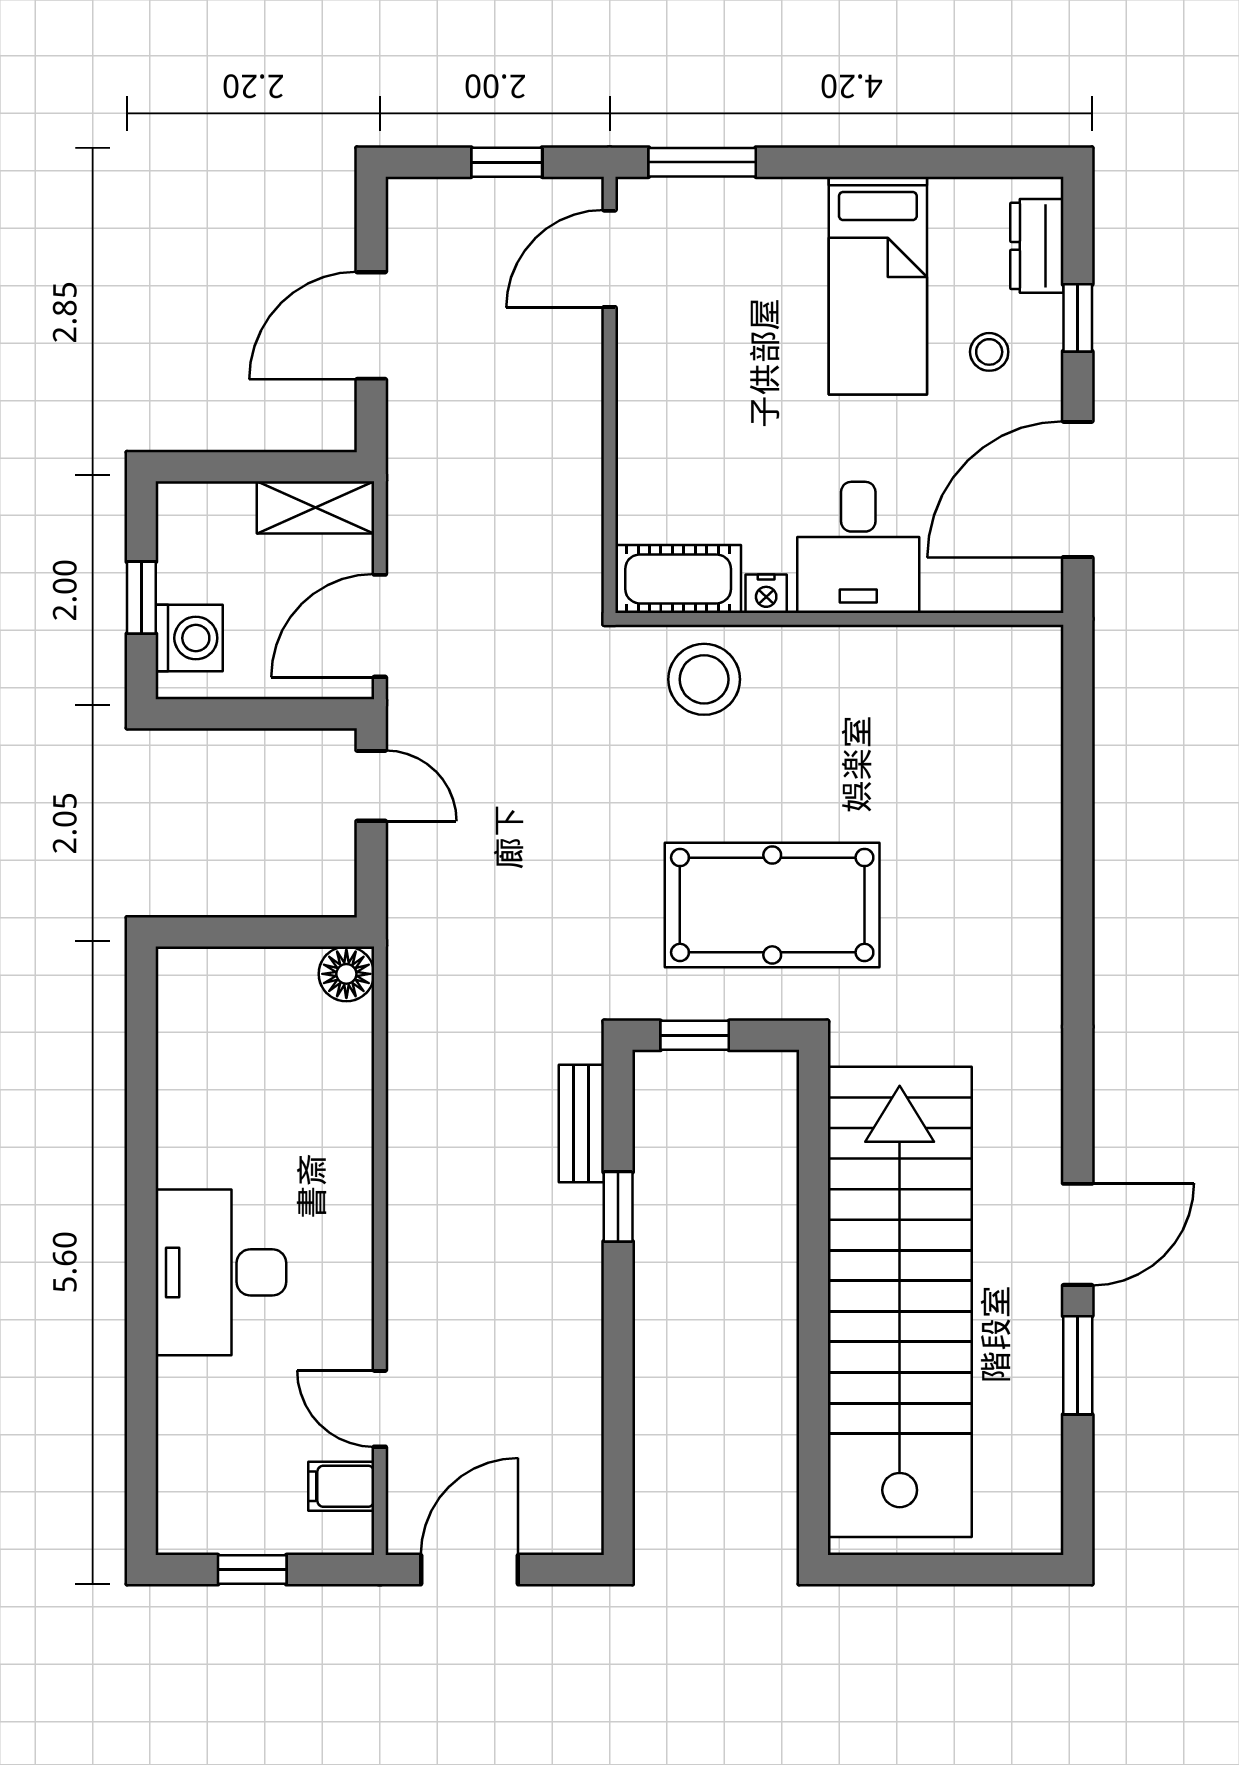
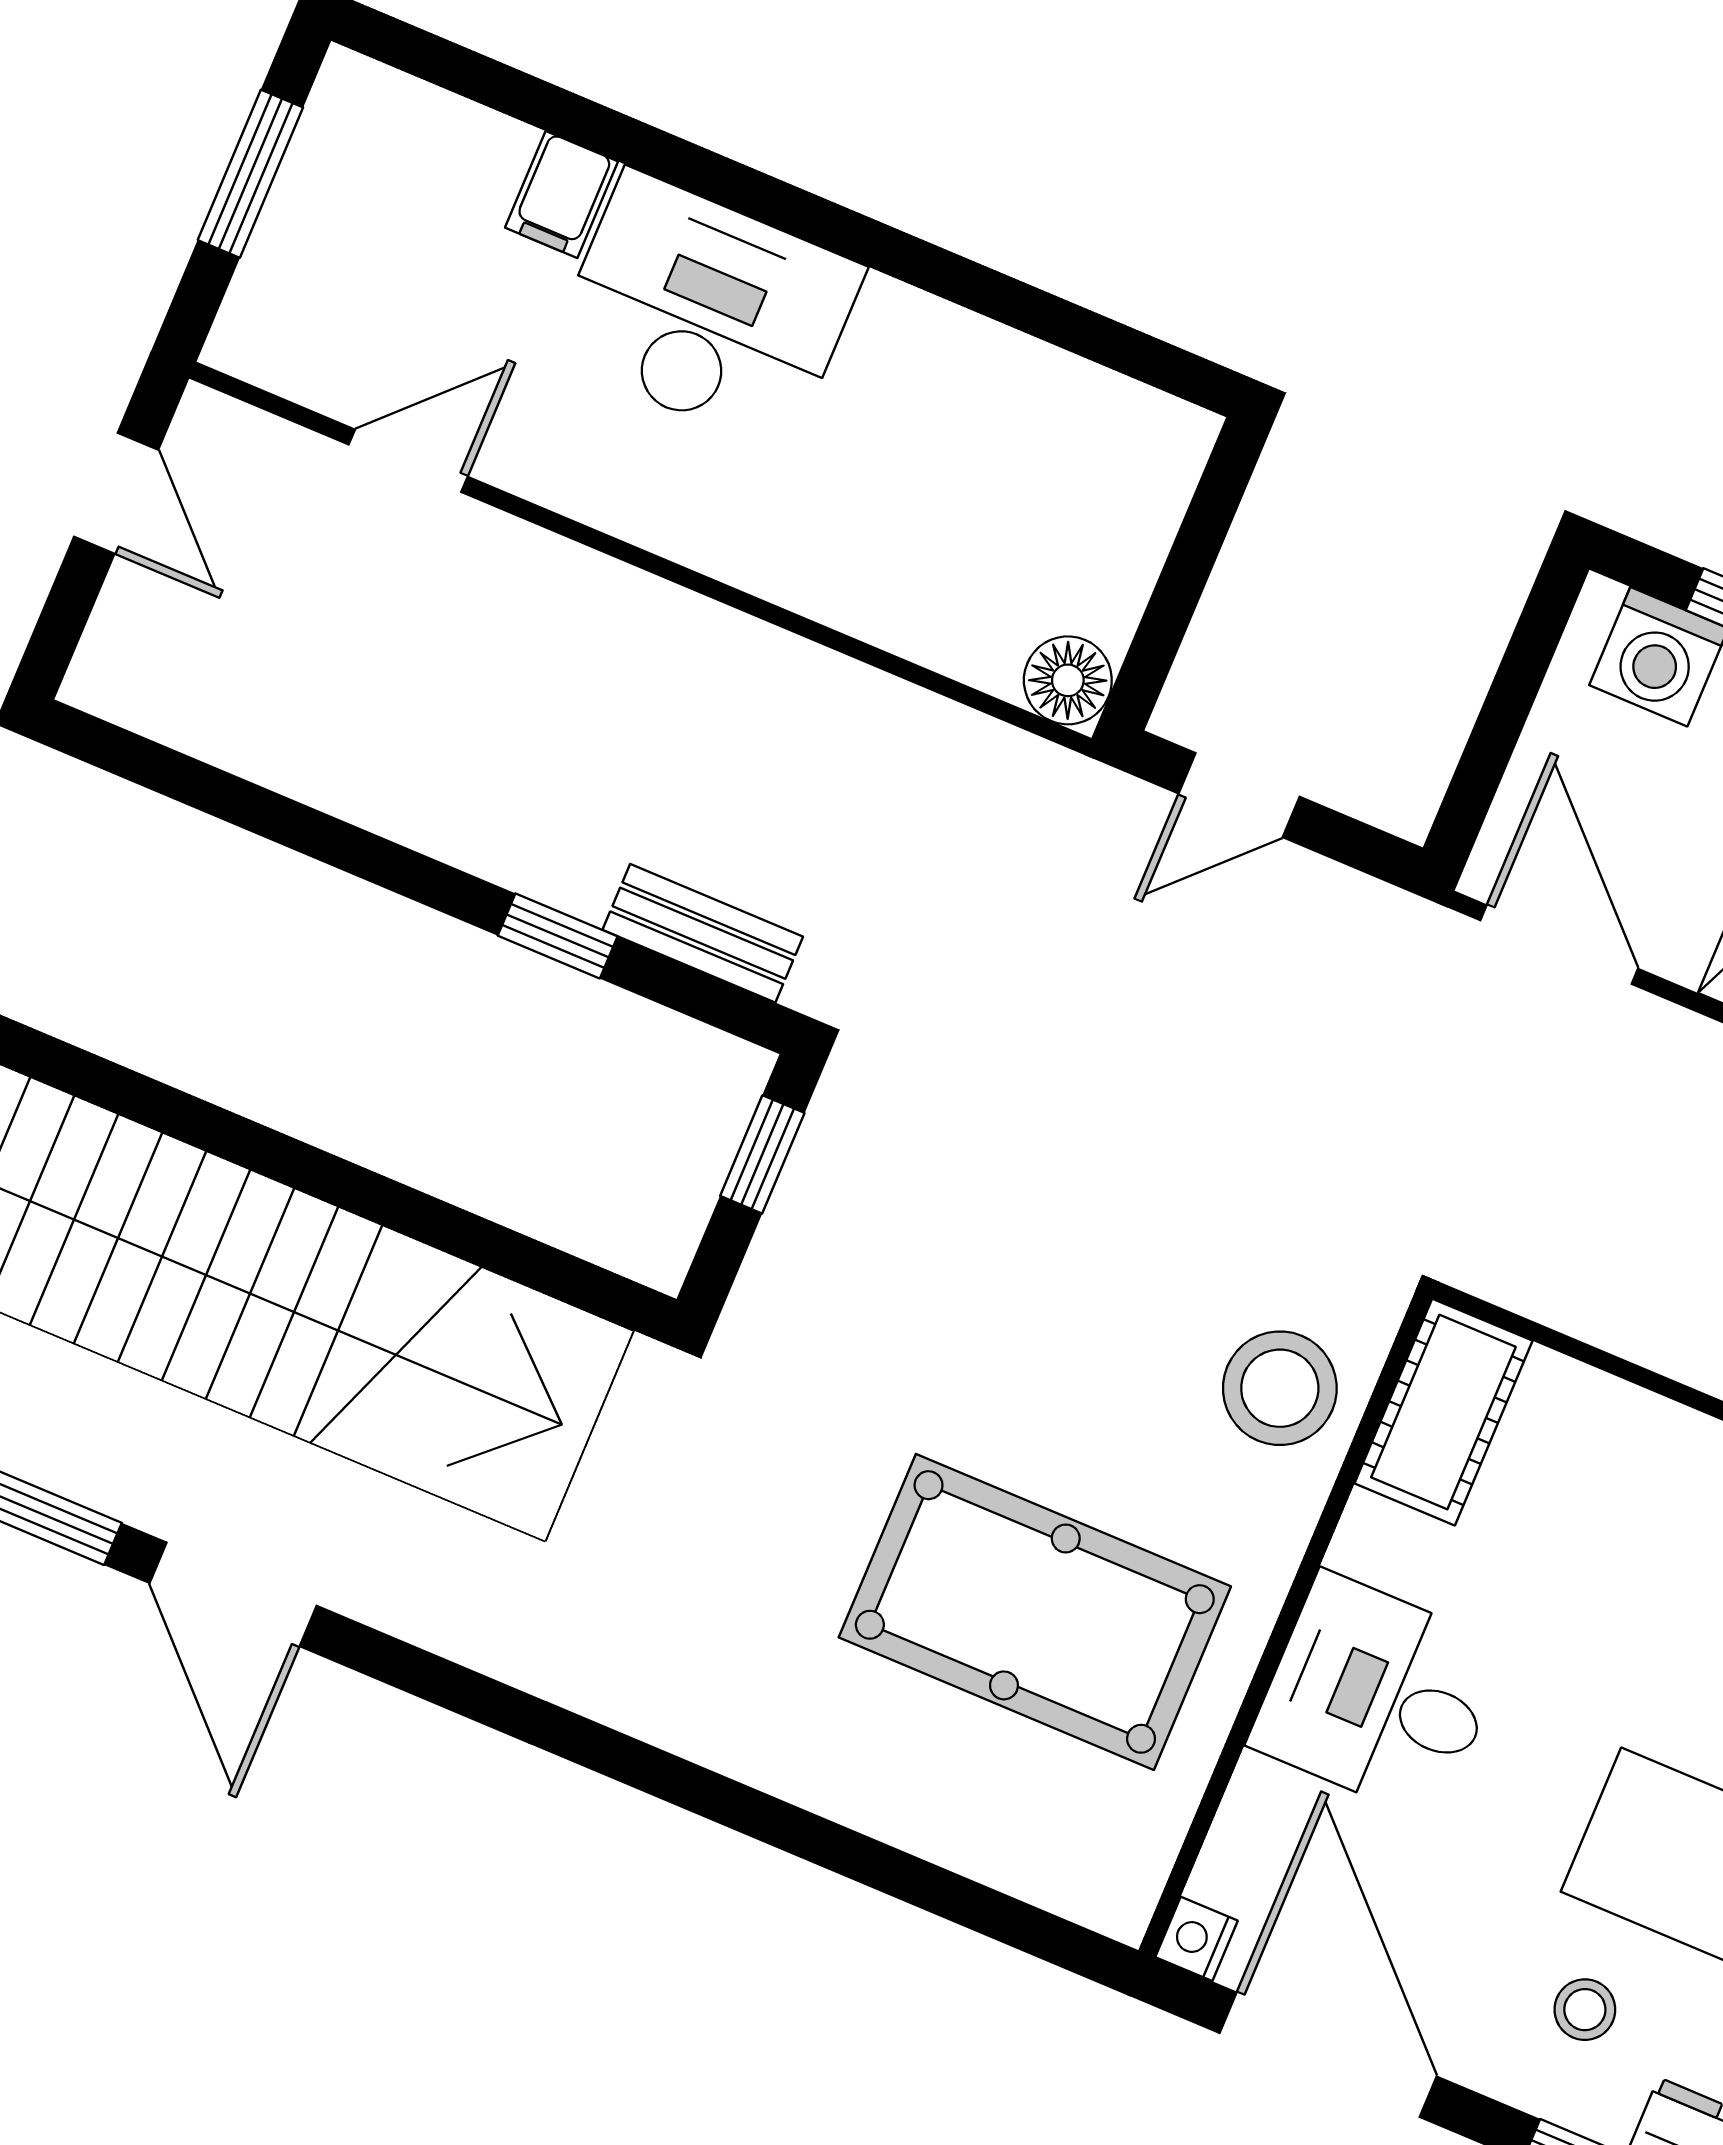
nightstand: (766, 594) -> (1196, 1939), moved
door: (371, 786) -> (1239, 795), moved
pool table: (772, 905) -> (1035, 1612), moved, turned 90
filing cabinet: (341, 1486) -> (561, 195), moved, turned 180
window: (252, 1570) -> (250, 174), width x1.50
door: (470, 1570) -> (116, 493), width x0.73

